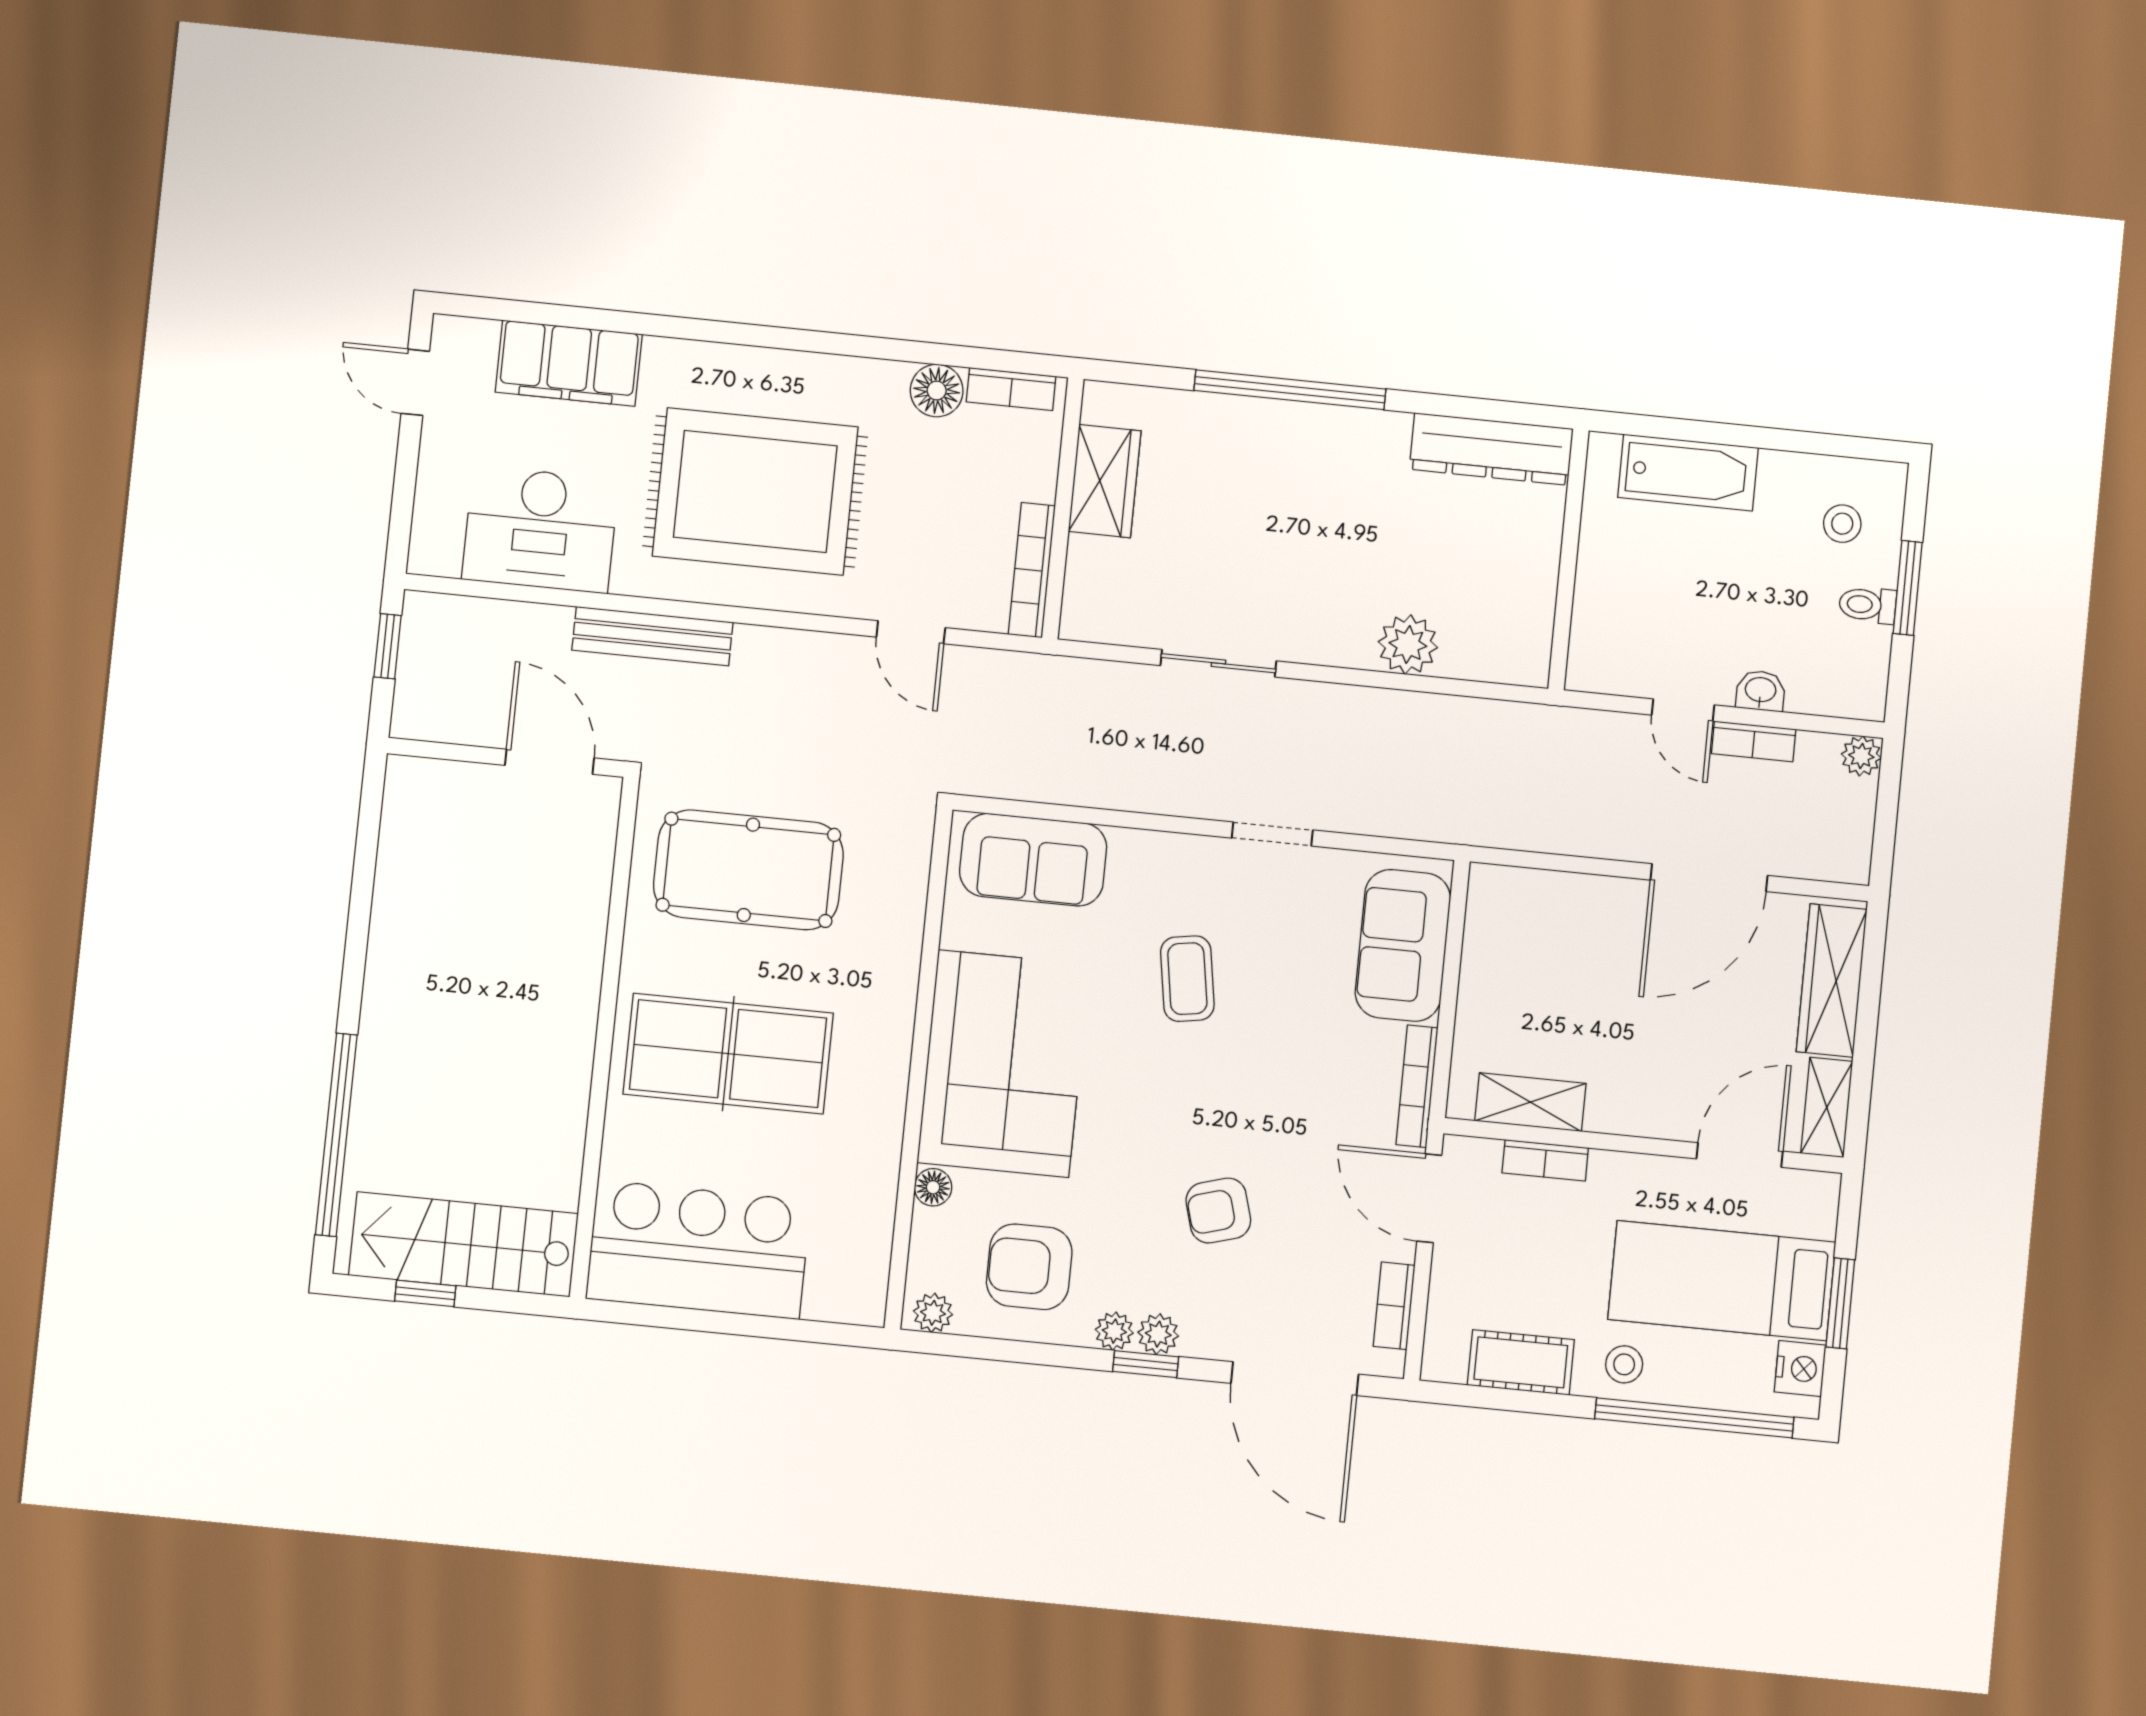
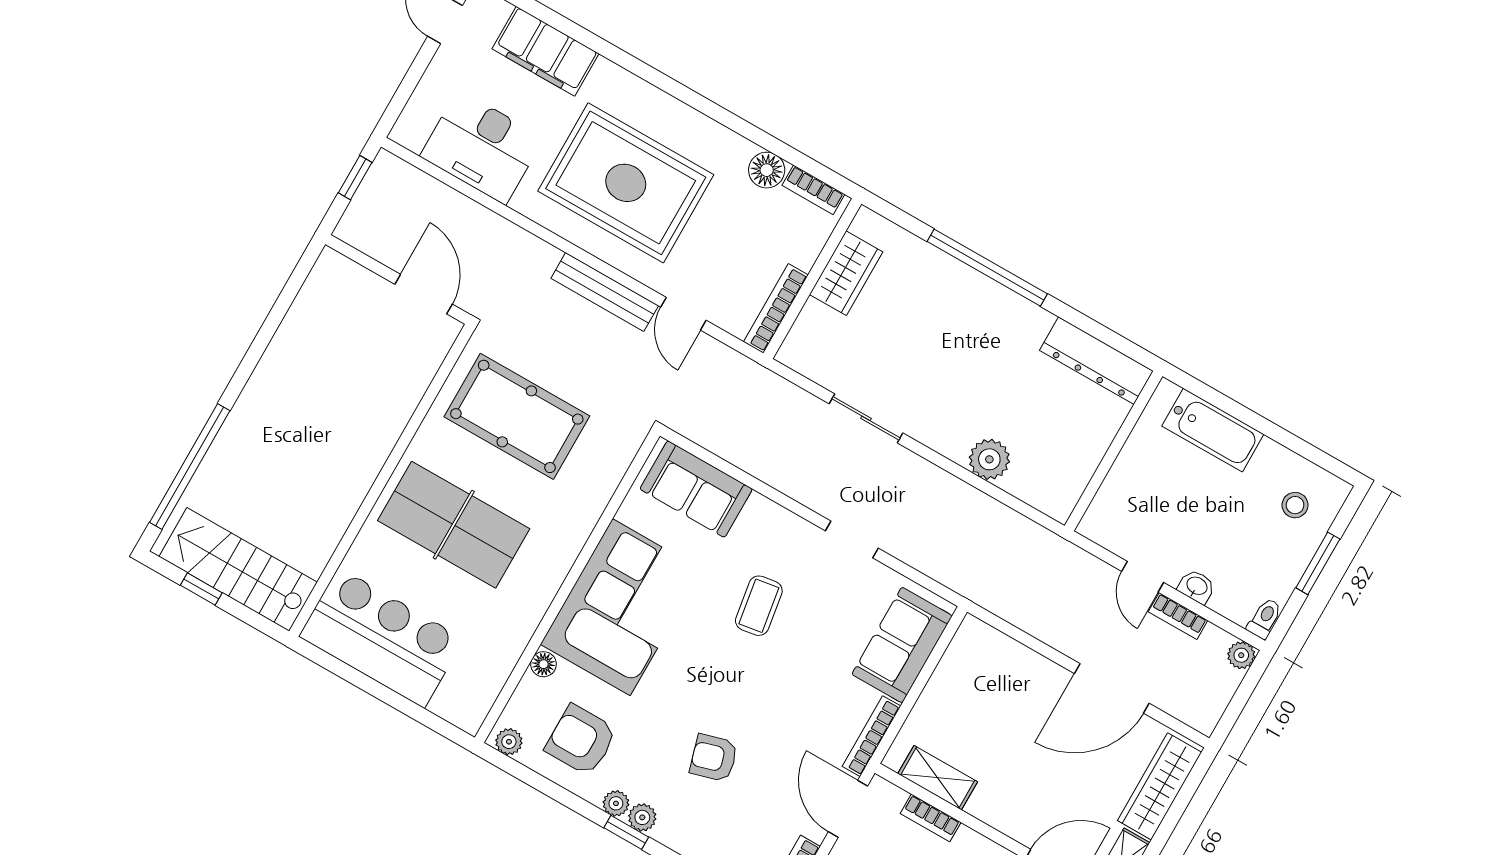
toilet: (1868, 605) -> (1265, 618), moved, turned 90
bench: (652, 636) -> (605, 292), moved

